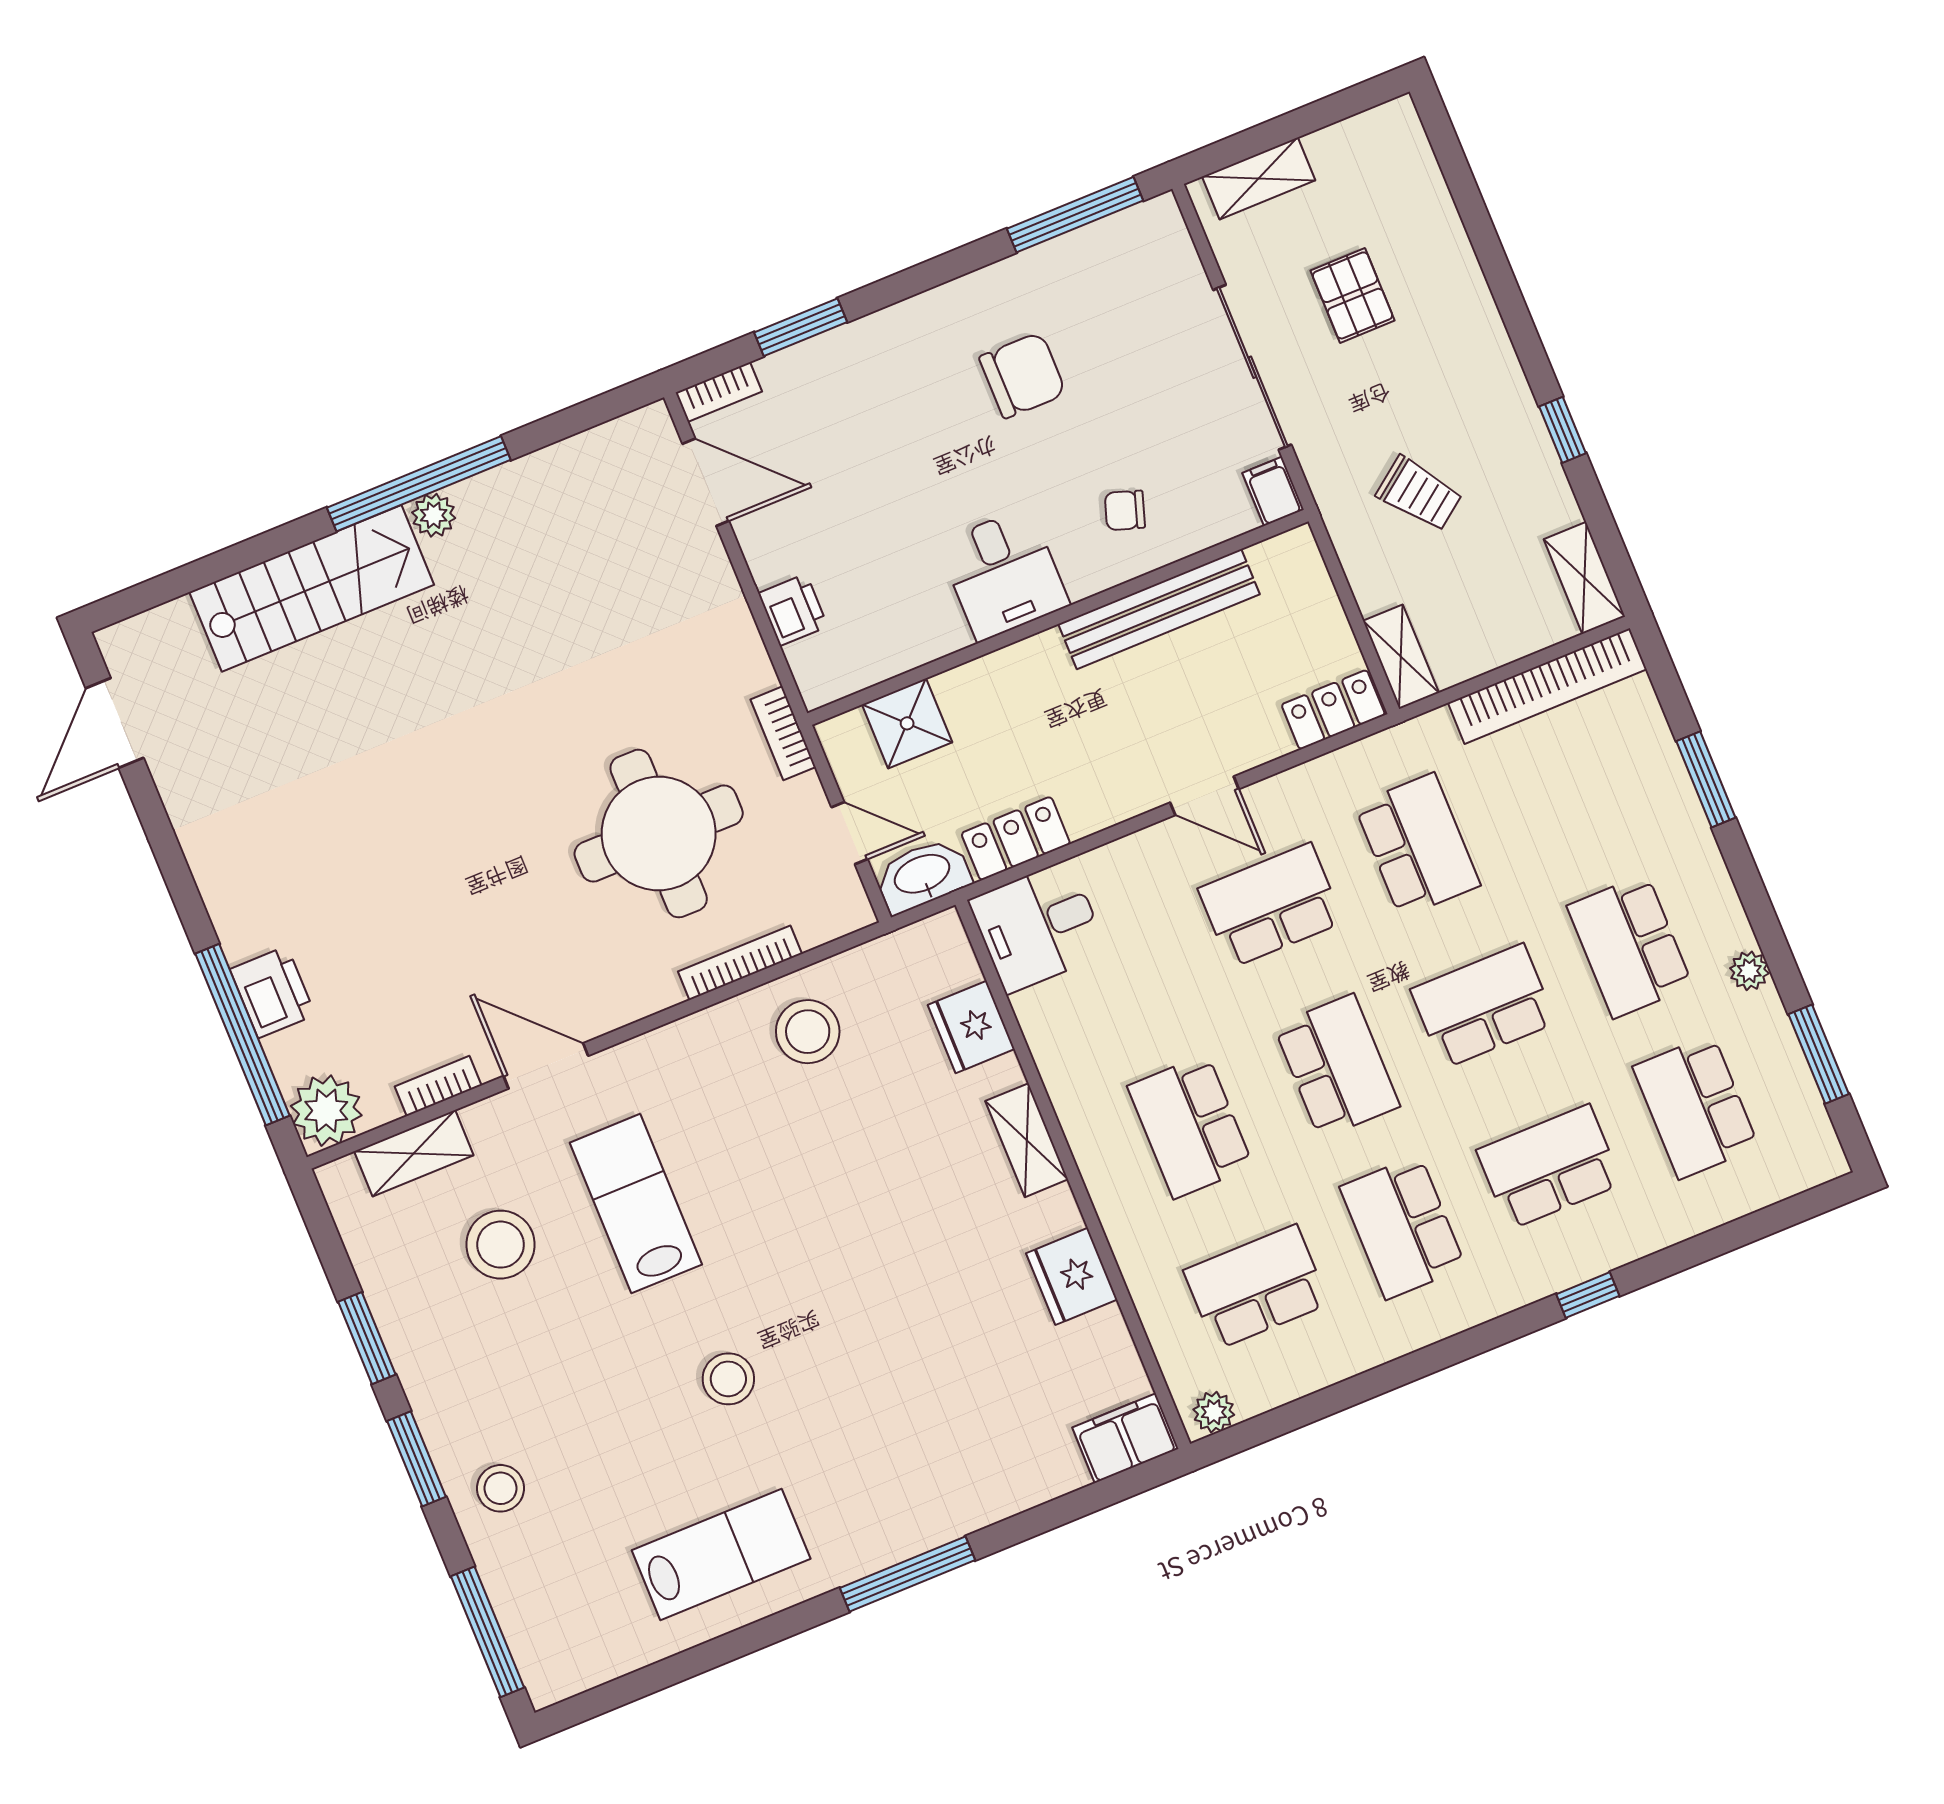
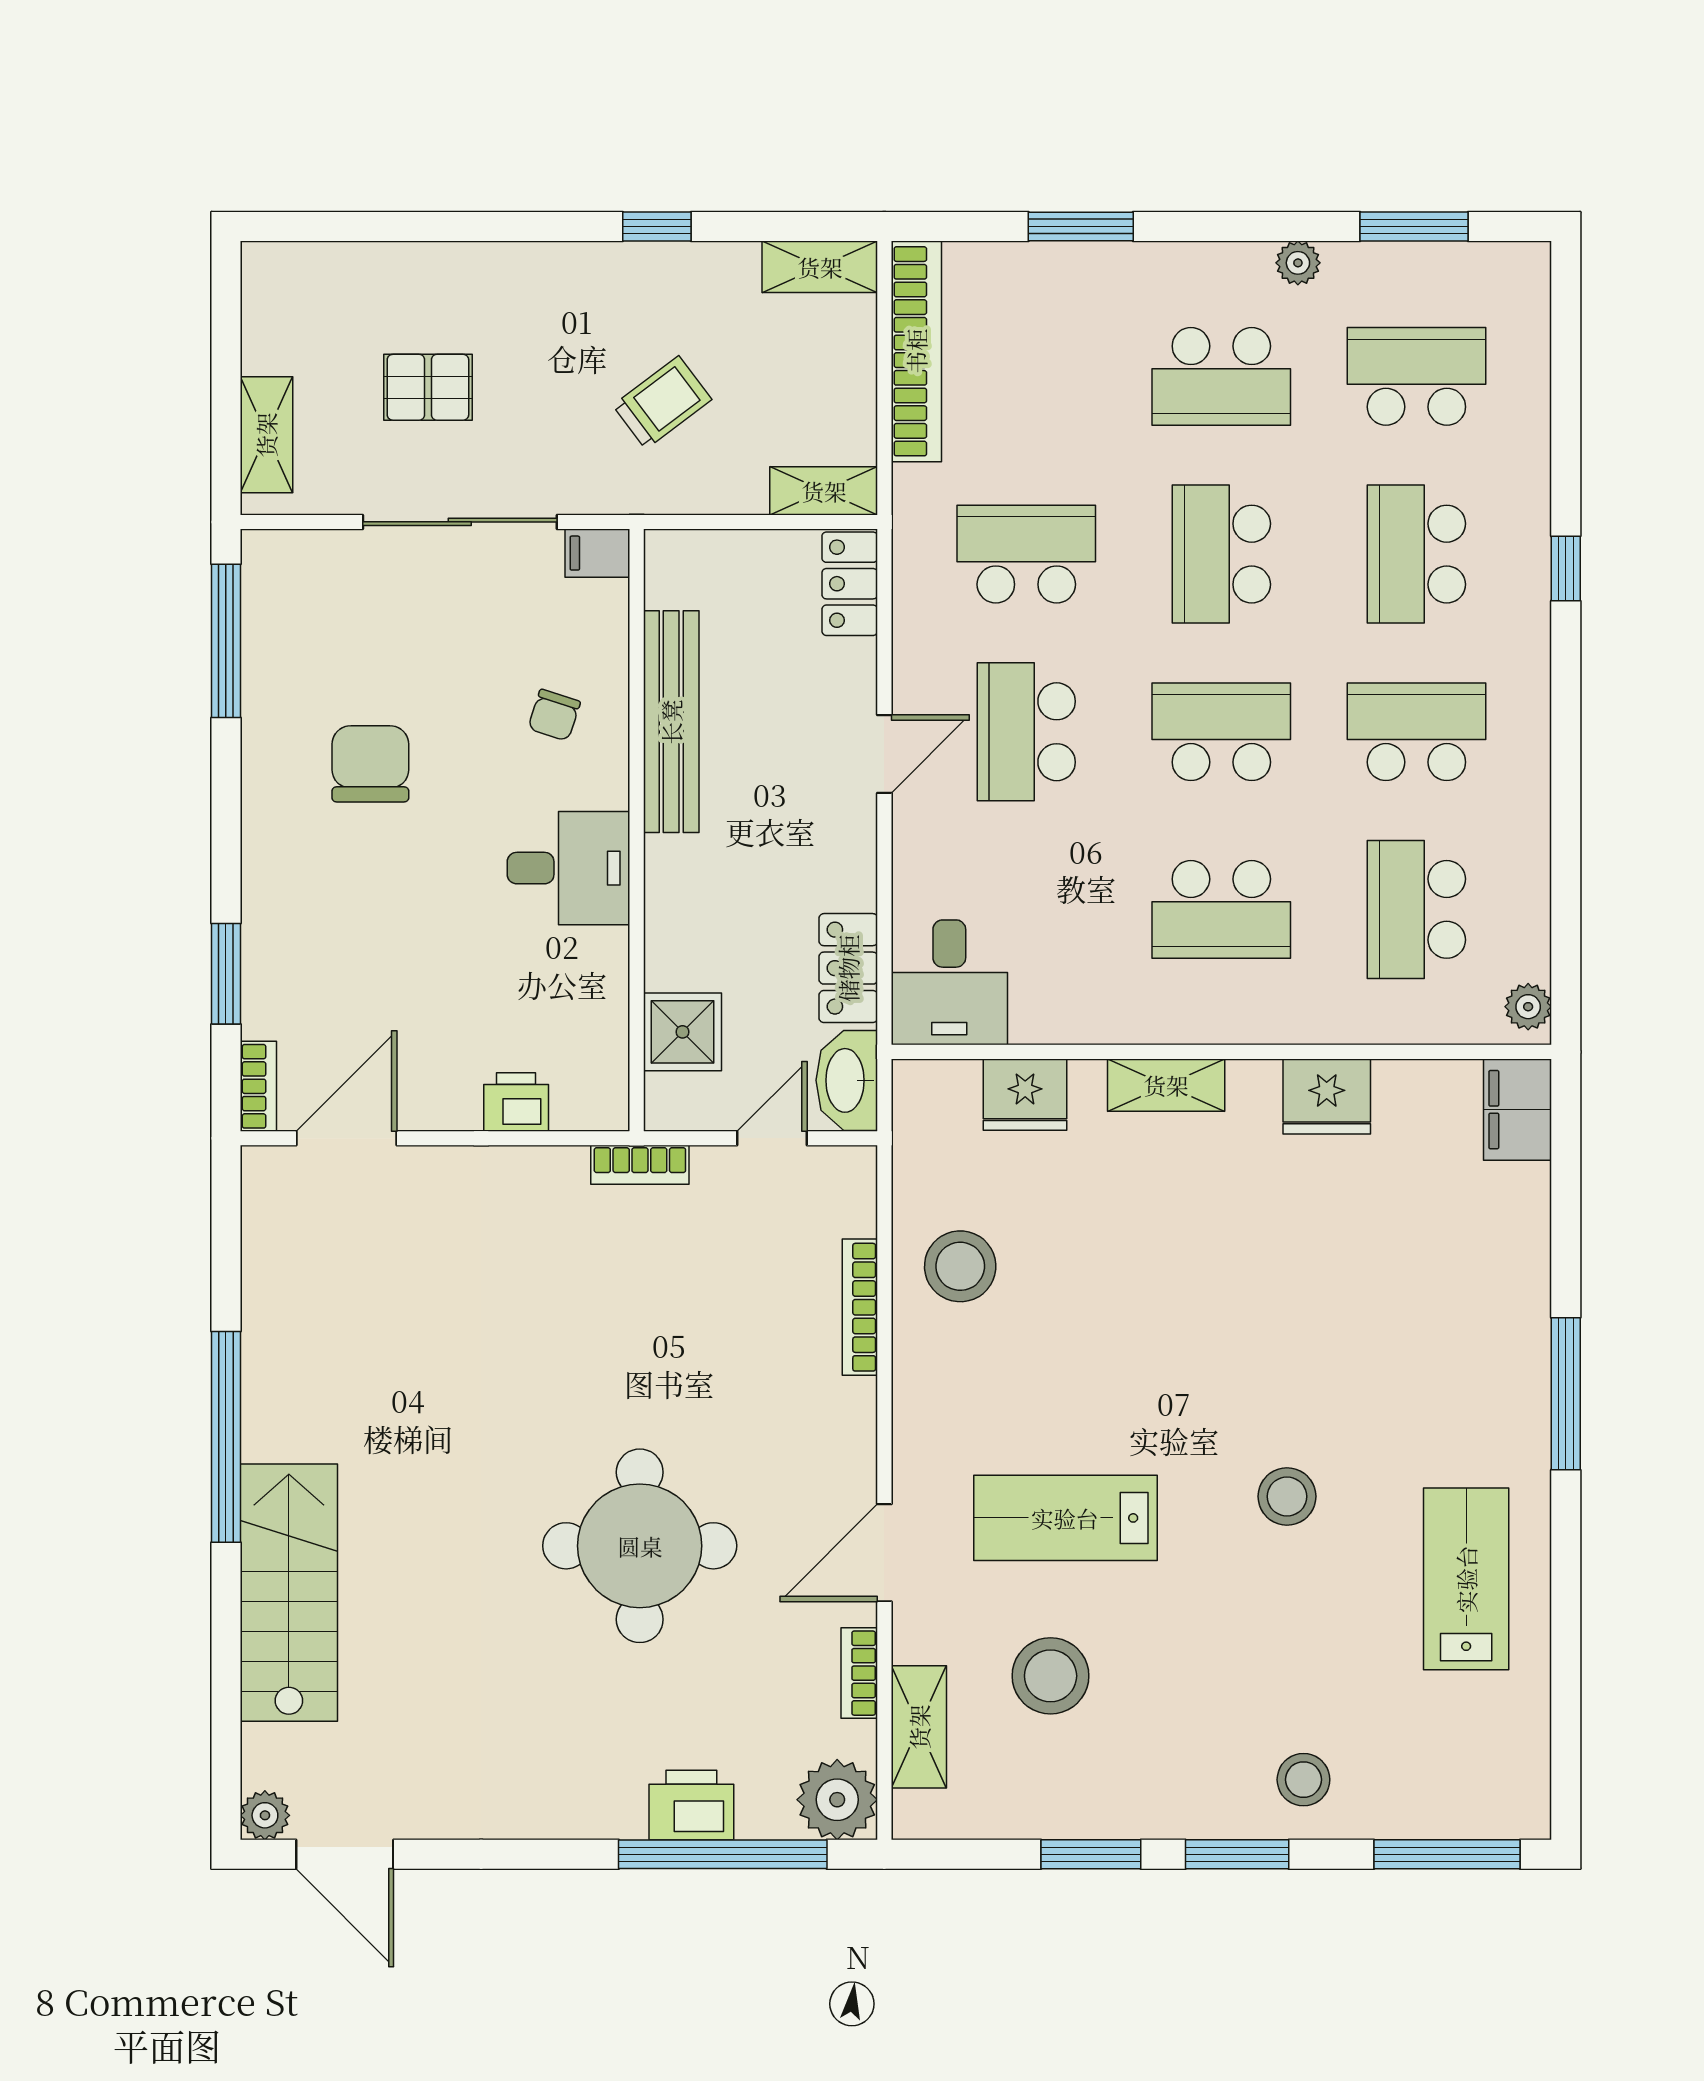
plant: (434, 515) -> (265, 1815), moved
round table: (659, 834) -> (640, 1546), moved
school desk: (1696, 1107) -> (1416, 376), turned 180
school desk: (1403, 1227) -> (1416, 732), turned 180

